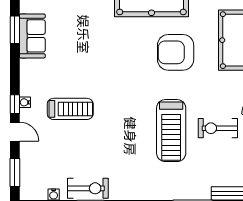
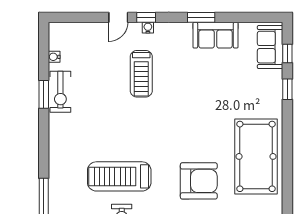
window: (15, 30) -> (201, 17), moved
armchair: (176, 52) -> (199, 181), turned 90
window: (15, 172) -> (77, 17), removed

